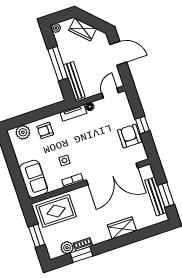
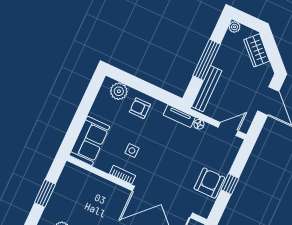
rug: (56, 211) -> (83, 188), removed

